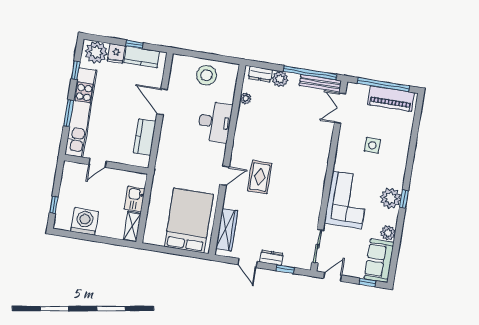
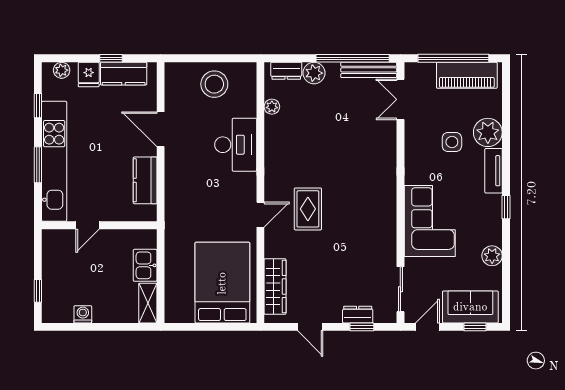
plant: (96, 52) -> (62, 70), width x0.53, depth x0.53
tv unit: (399, 171) -> (494, 171), added
plant: (391, 198) -> (488, 132), moved
washing machine: (85, 221) -> (83, 314), width x0.53, depth x0.53
dresser: (271, 258) -> (358, 315), moved
sofa: (379, 261) -> (470, 307), moved, turned 90

